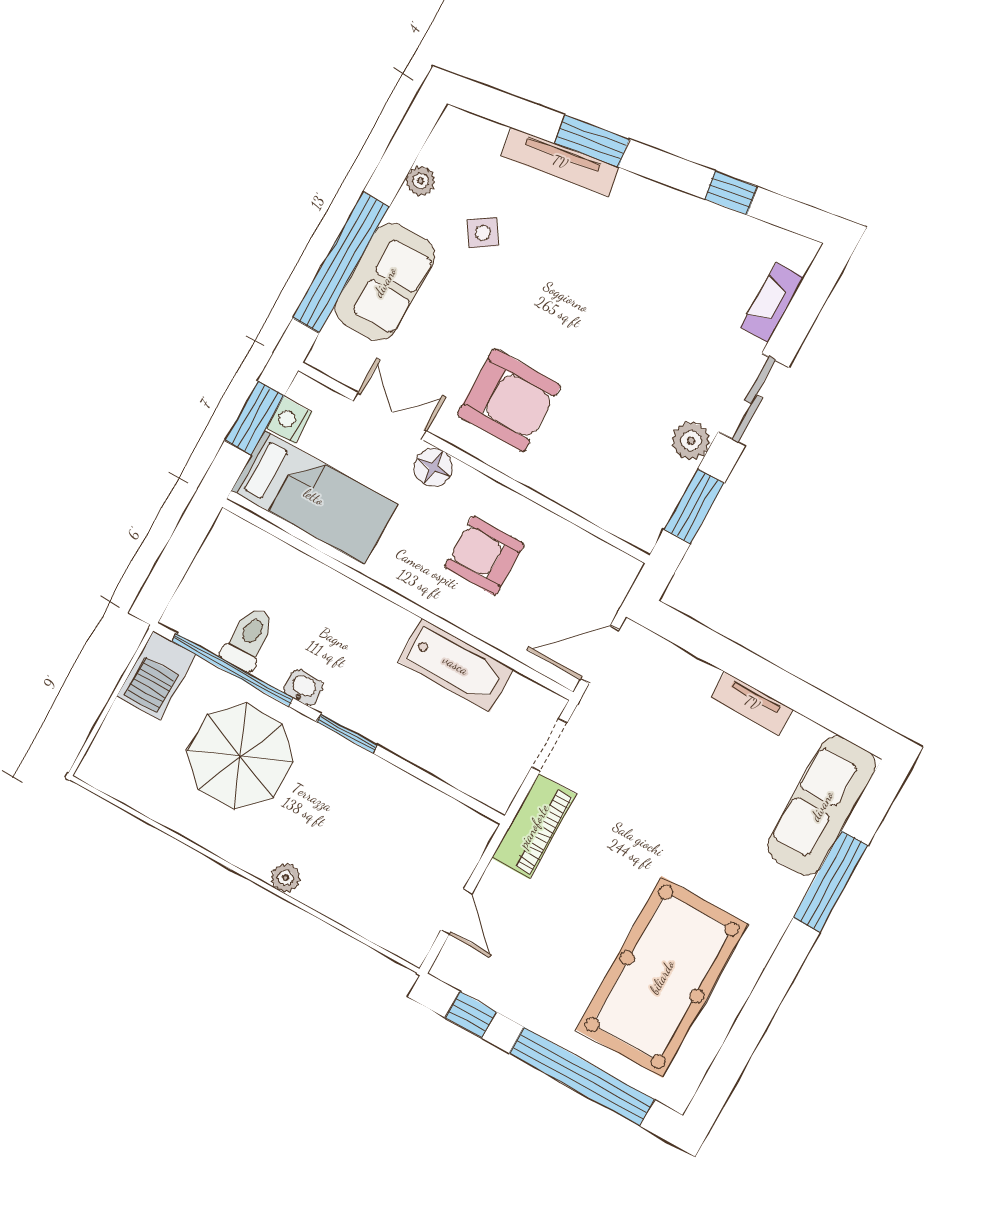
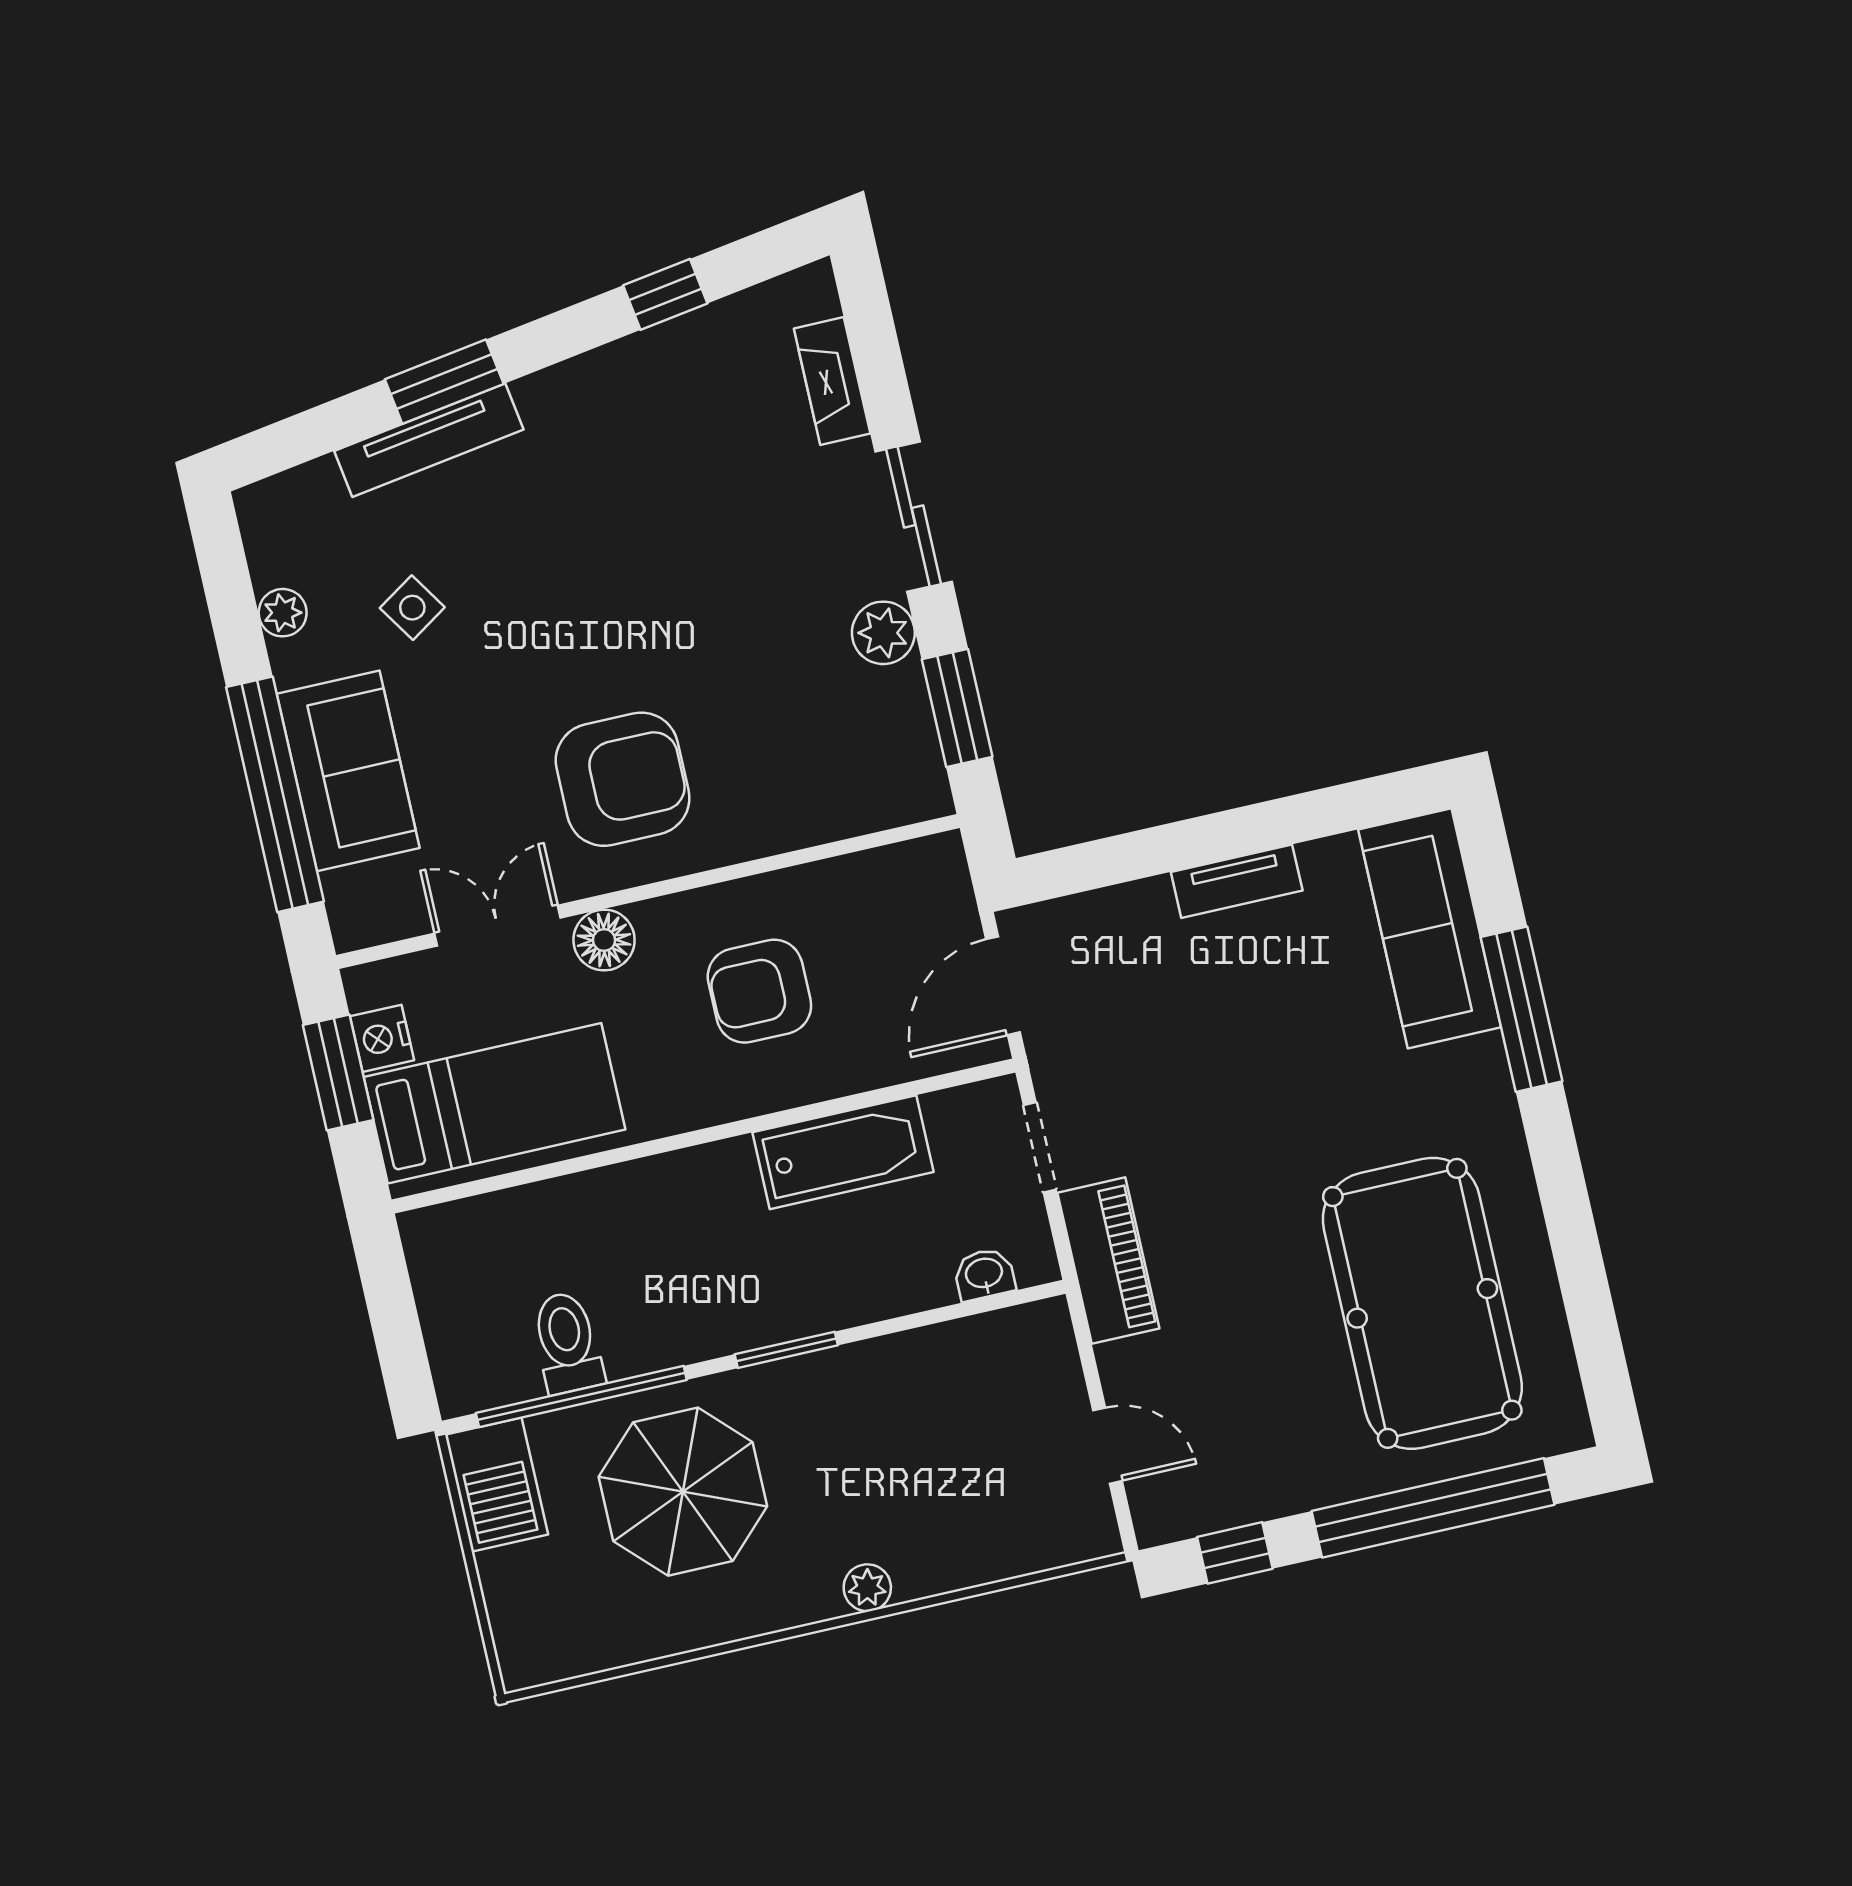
washbasin: (303, 688) -> (984, 1274), moved

